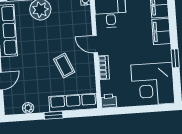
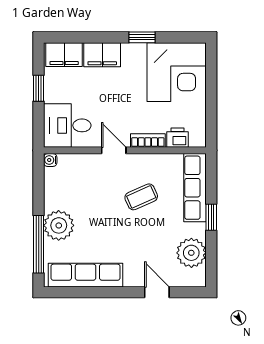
door: (95, 44) -> (114, 150), swing flipped
printer: (109, 101) -> (177, 138), moved, turned 90
plant: (28, 108) -> (191, 253), width x1.88, depth x1.88

